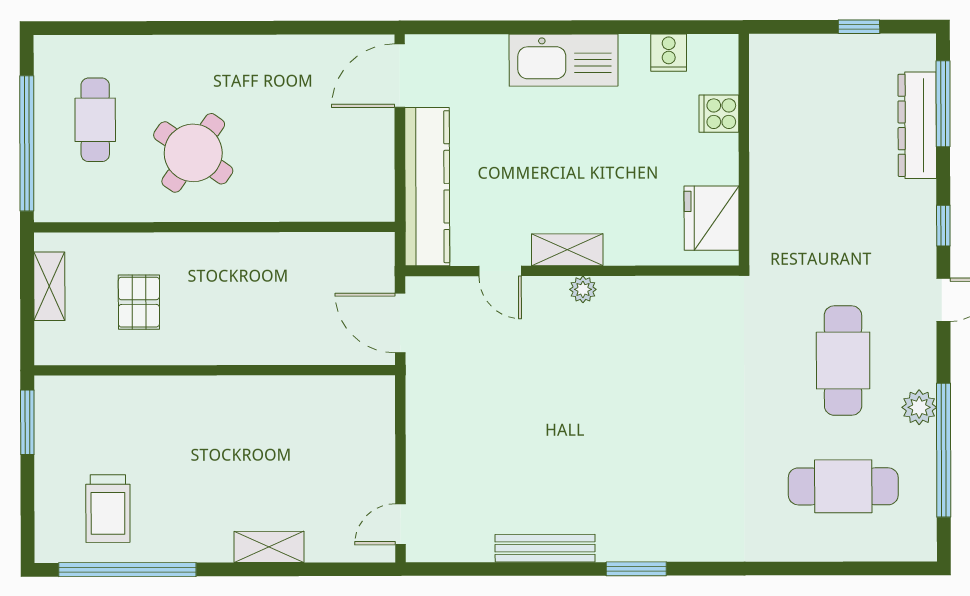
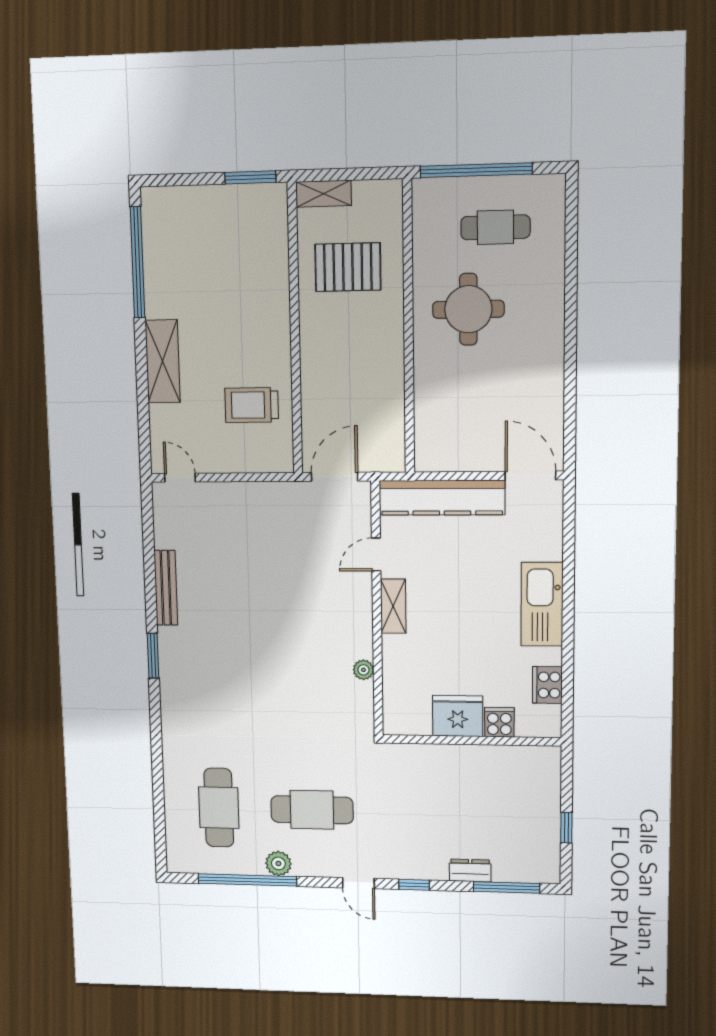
cooker: (669, 53) -> (547, 685), width x1.36
dresser: (917, 125) -> (470, 870), width x0.51, depth x0.80
round table: (193, 153) -> (468, 309), turned -35
fridge: (712, 218) -> (458, 716), moved
shelving: (49, 286) -> (323, 194), moved
plant: (583, 289) -> (363, 670), moved
pallet: (139, 302) -> (348, 267), width x1.50, depth x1.42
trolley: (108, 509) -> (252, 405), moved
shelving: (269, 547) -> (163, 361), width x1.50, depth x1.33

